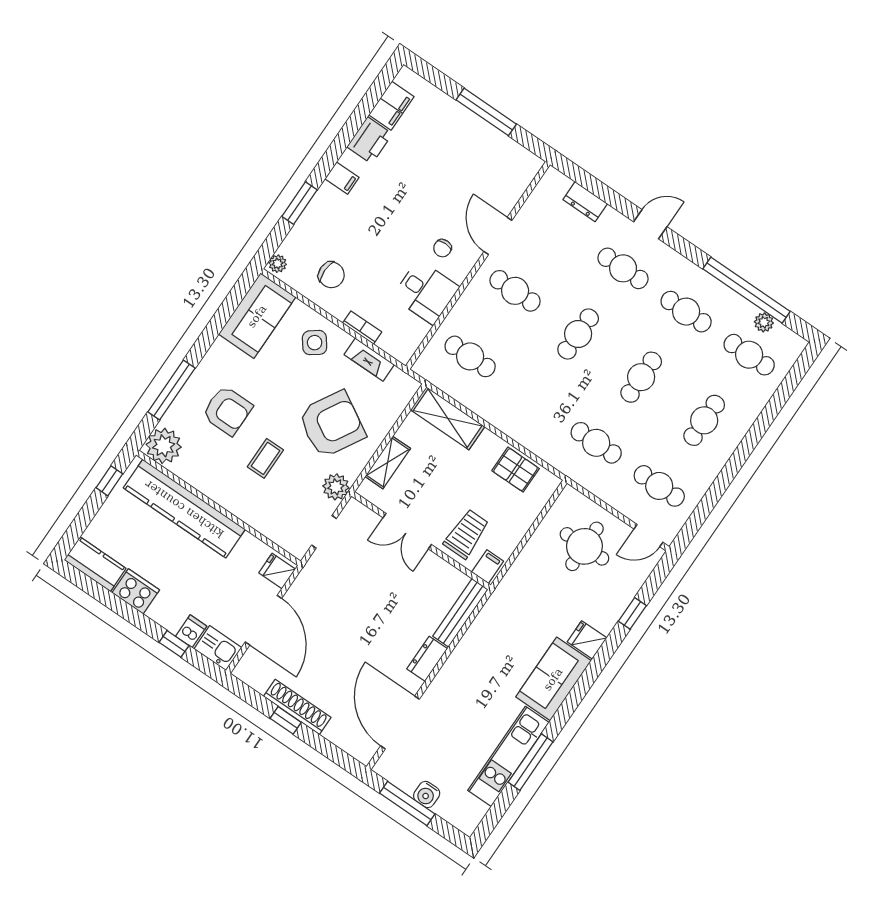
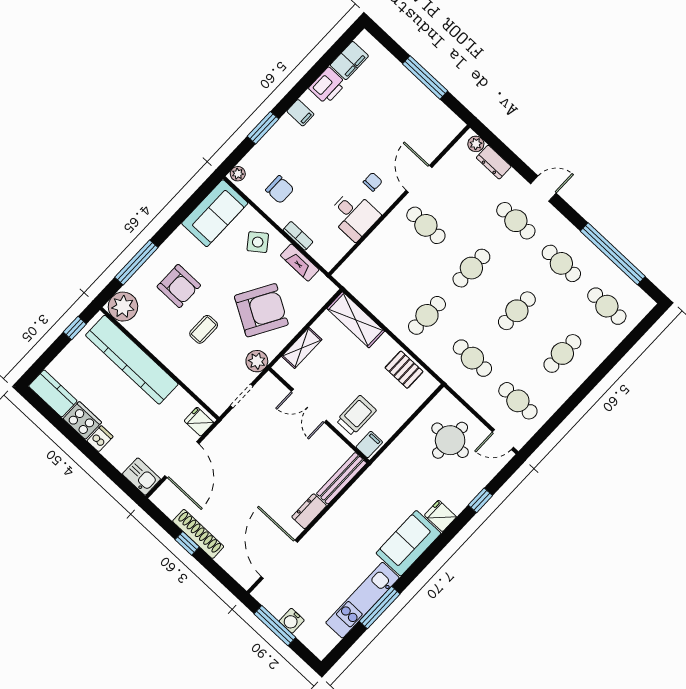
chair: (442, 248) -> (373, 182), turned 180
plant: (764, 322) -> (476, 144), moved
cafe table: (470, 356) -> (427, 315), moved, turned 90
dishwasher: (191, 631) -> (100, 439), moved
window: (174, 644) -> (107, 468), removed

